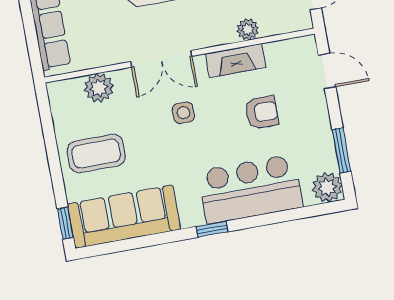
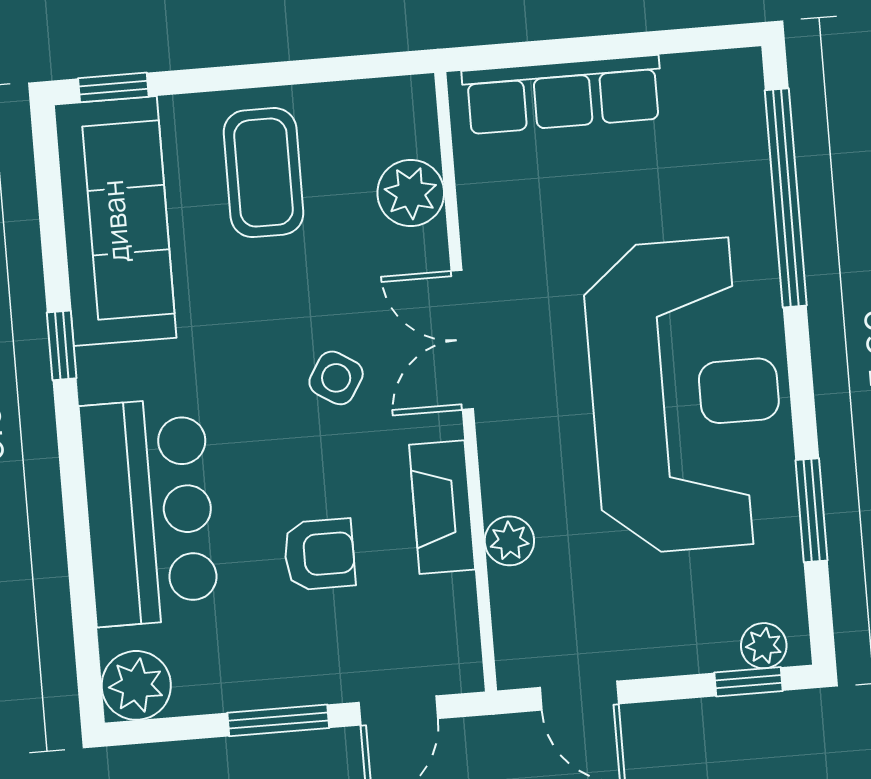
armchair: (262, 112) -> (319, 554), turned -90
side table: (183, 113) -> (336, 378), turned 32
window: (341, 150) -> (278, 720), moved
window: (212, 229) -> (62, 345), moved

